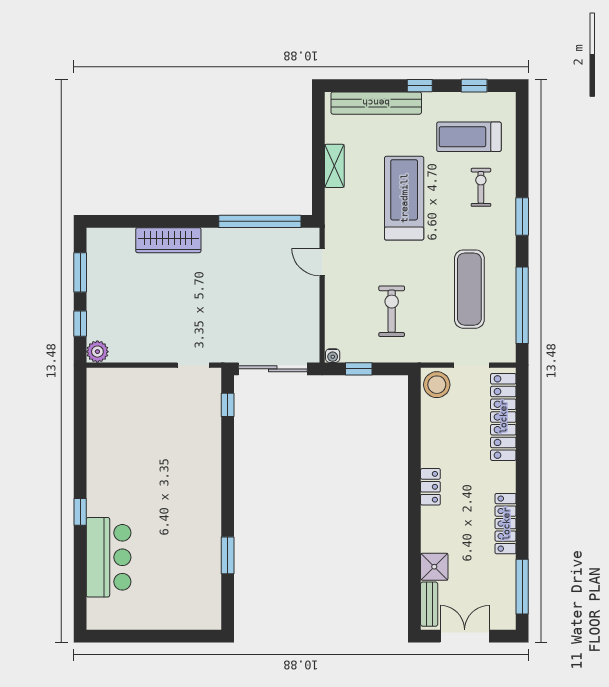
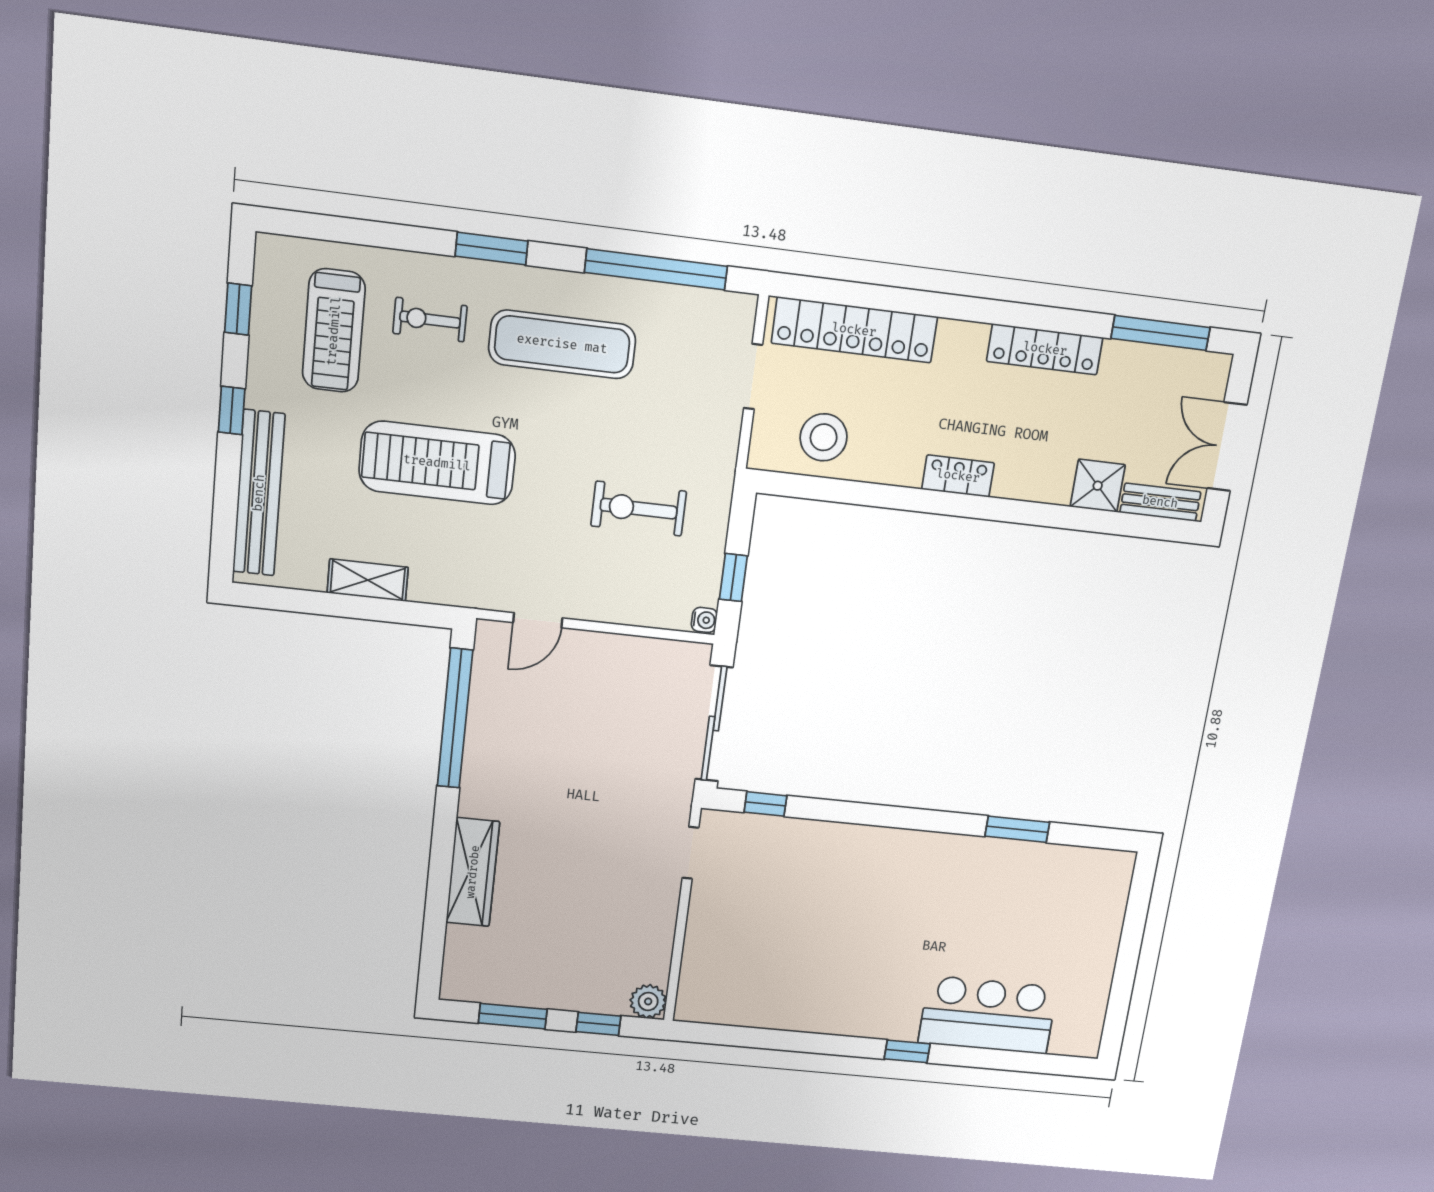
exercise mat: (469, 289) -> (562, 344), moved
stool: (437, 385) -> (824, 437), moved

